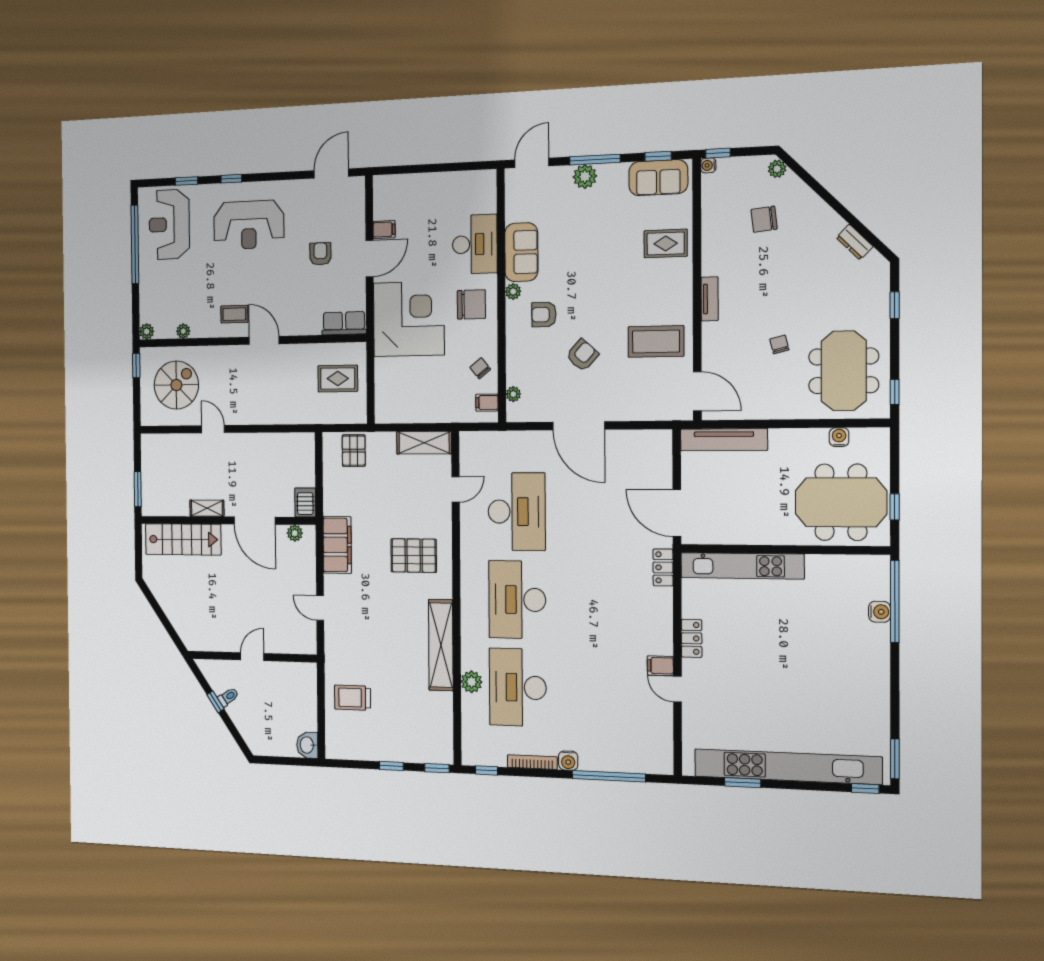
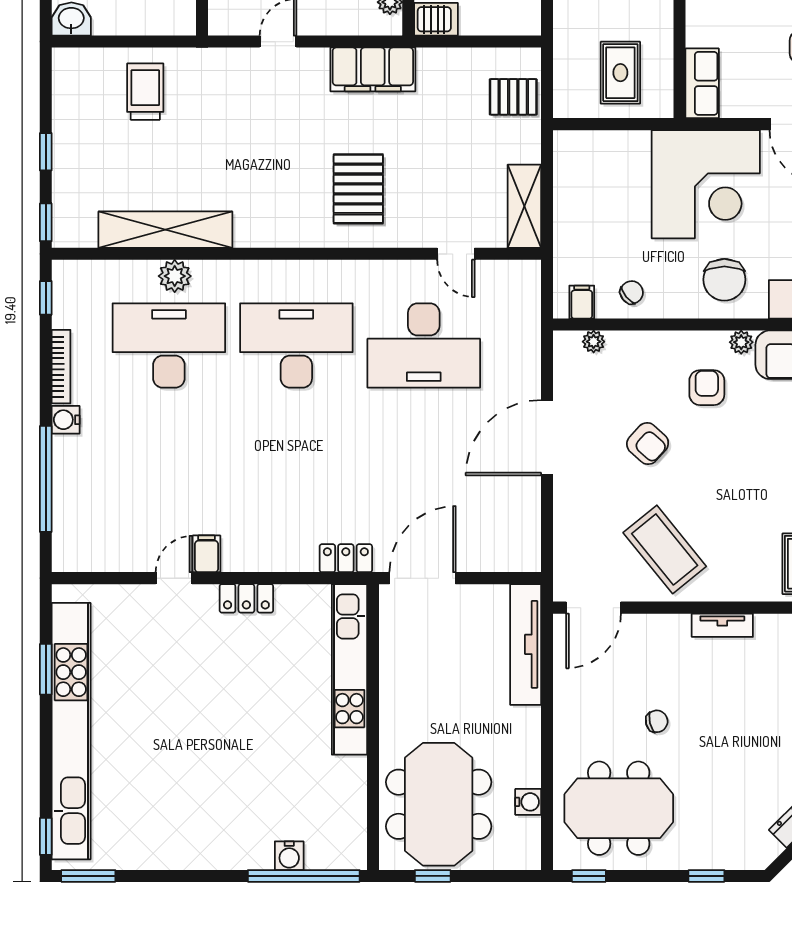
coffee table: (656, 341) -> (665, 549), turned -39
shelving: (441, 645) -> (165, 230), moved

